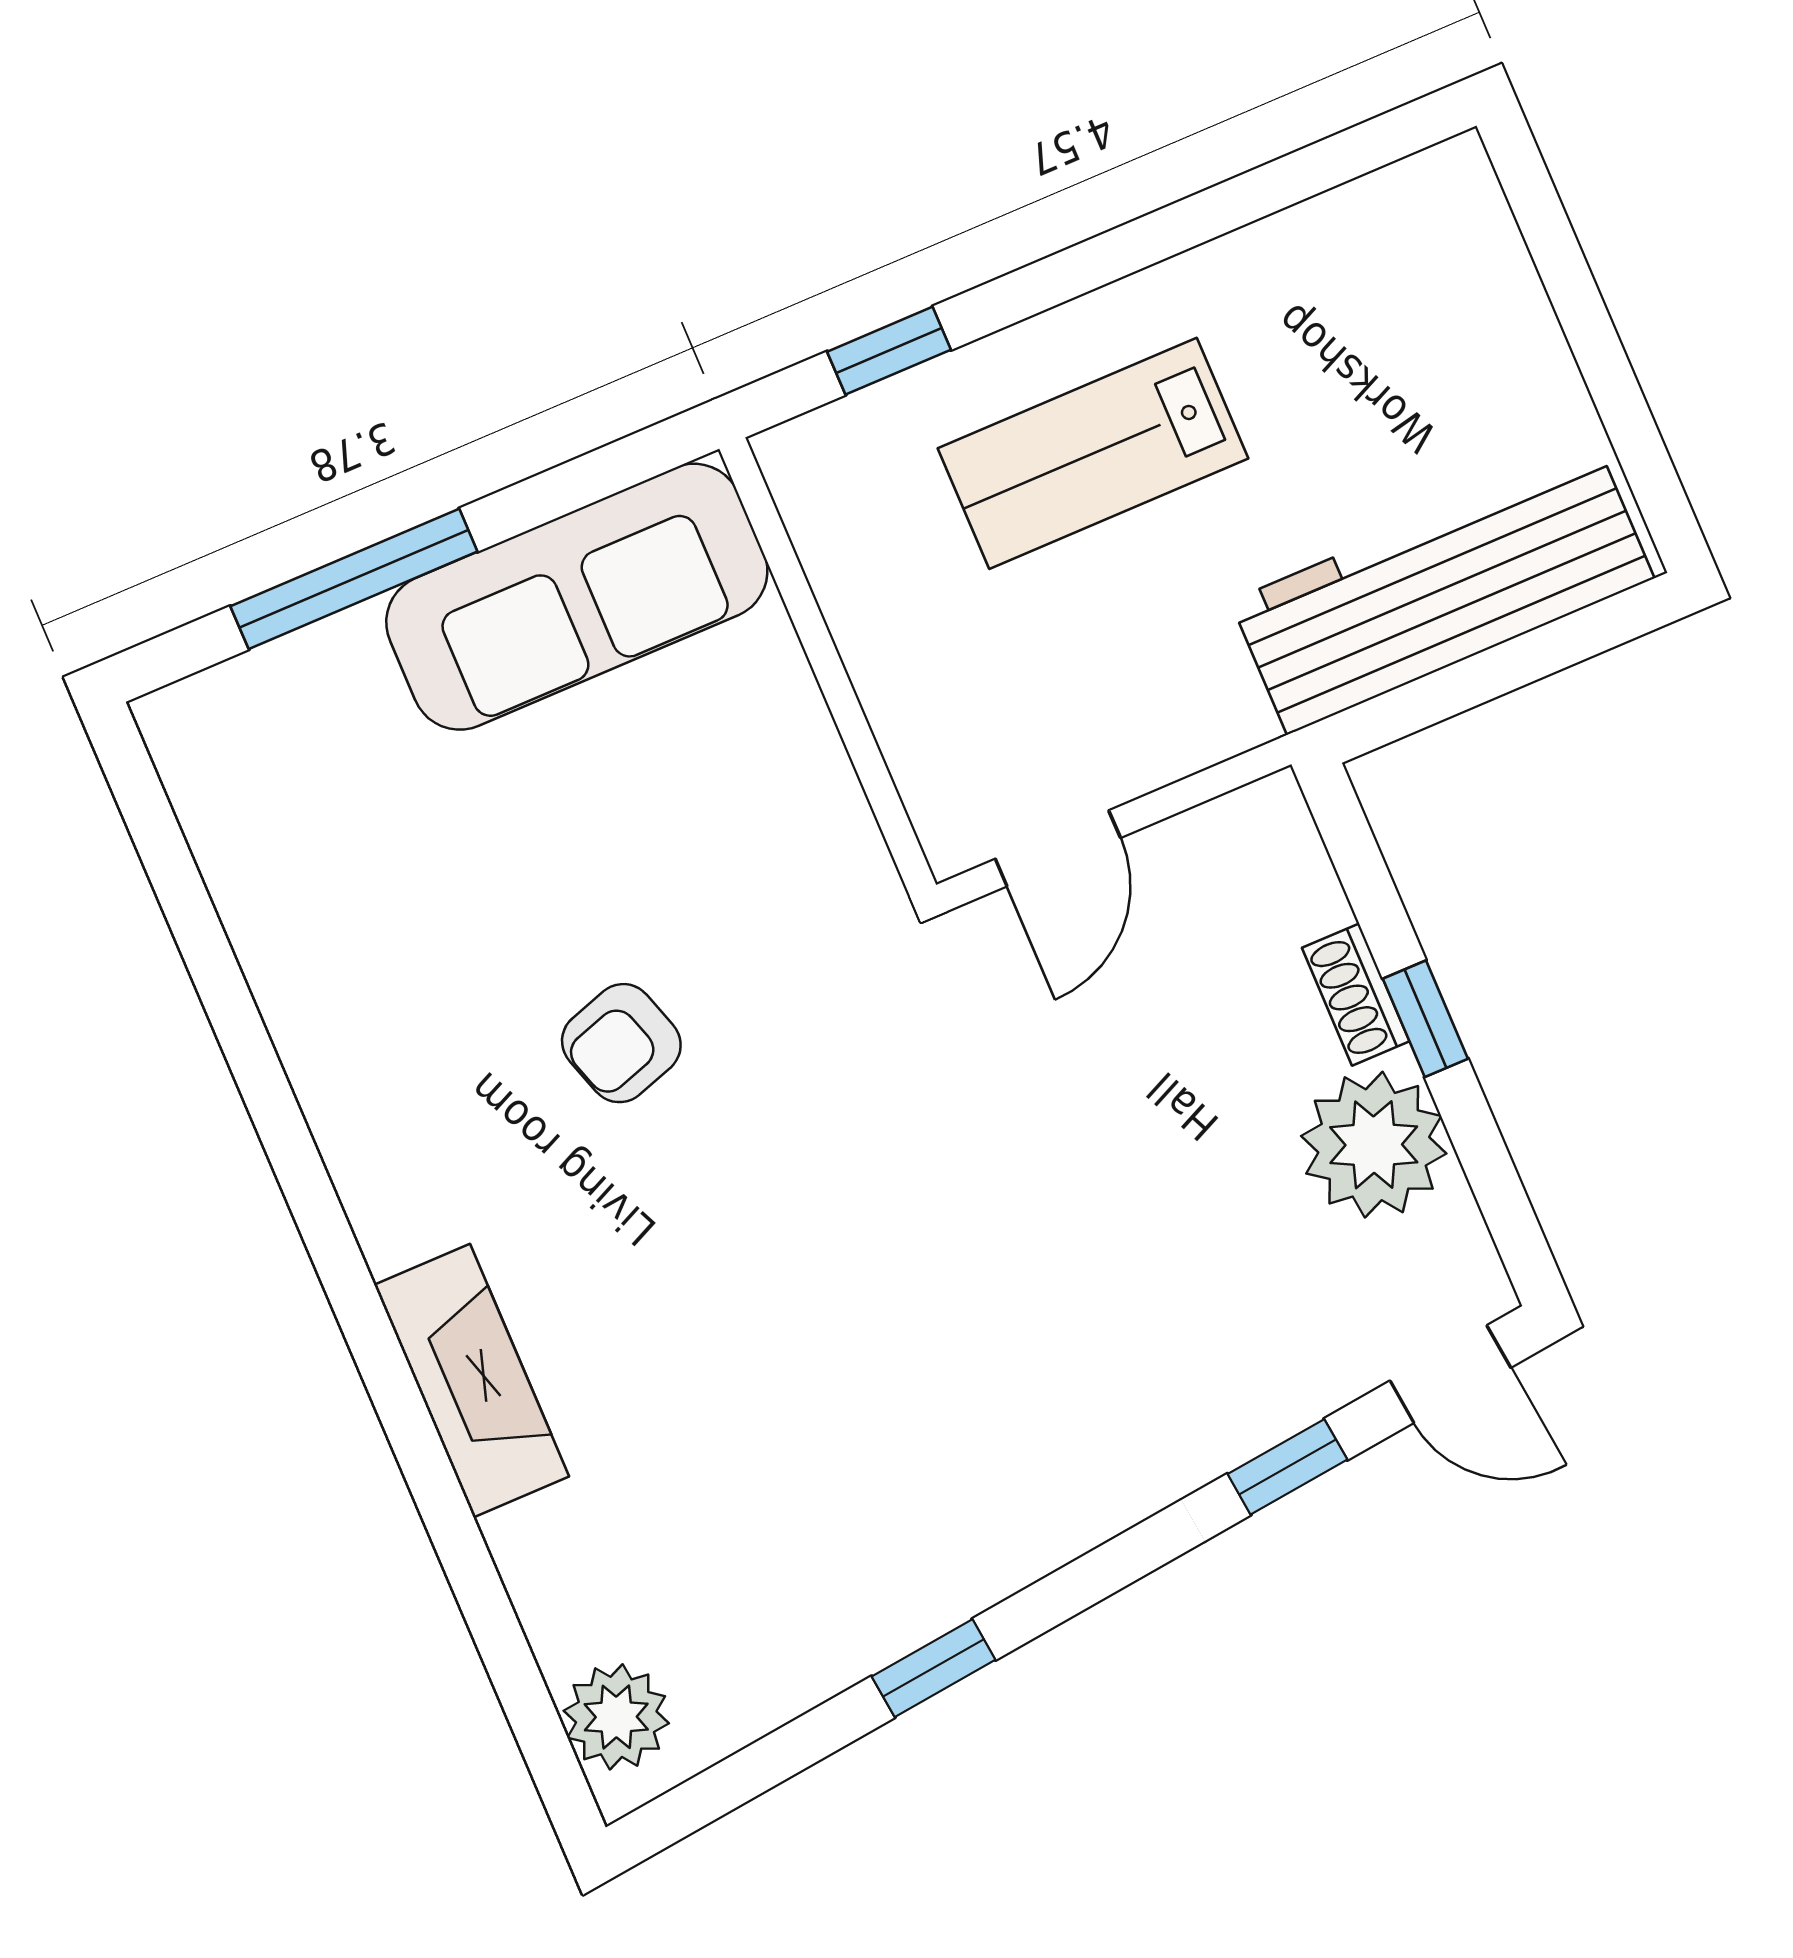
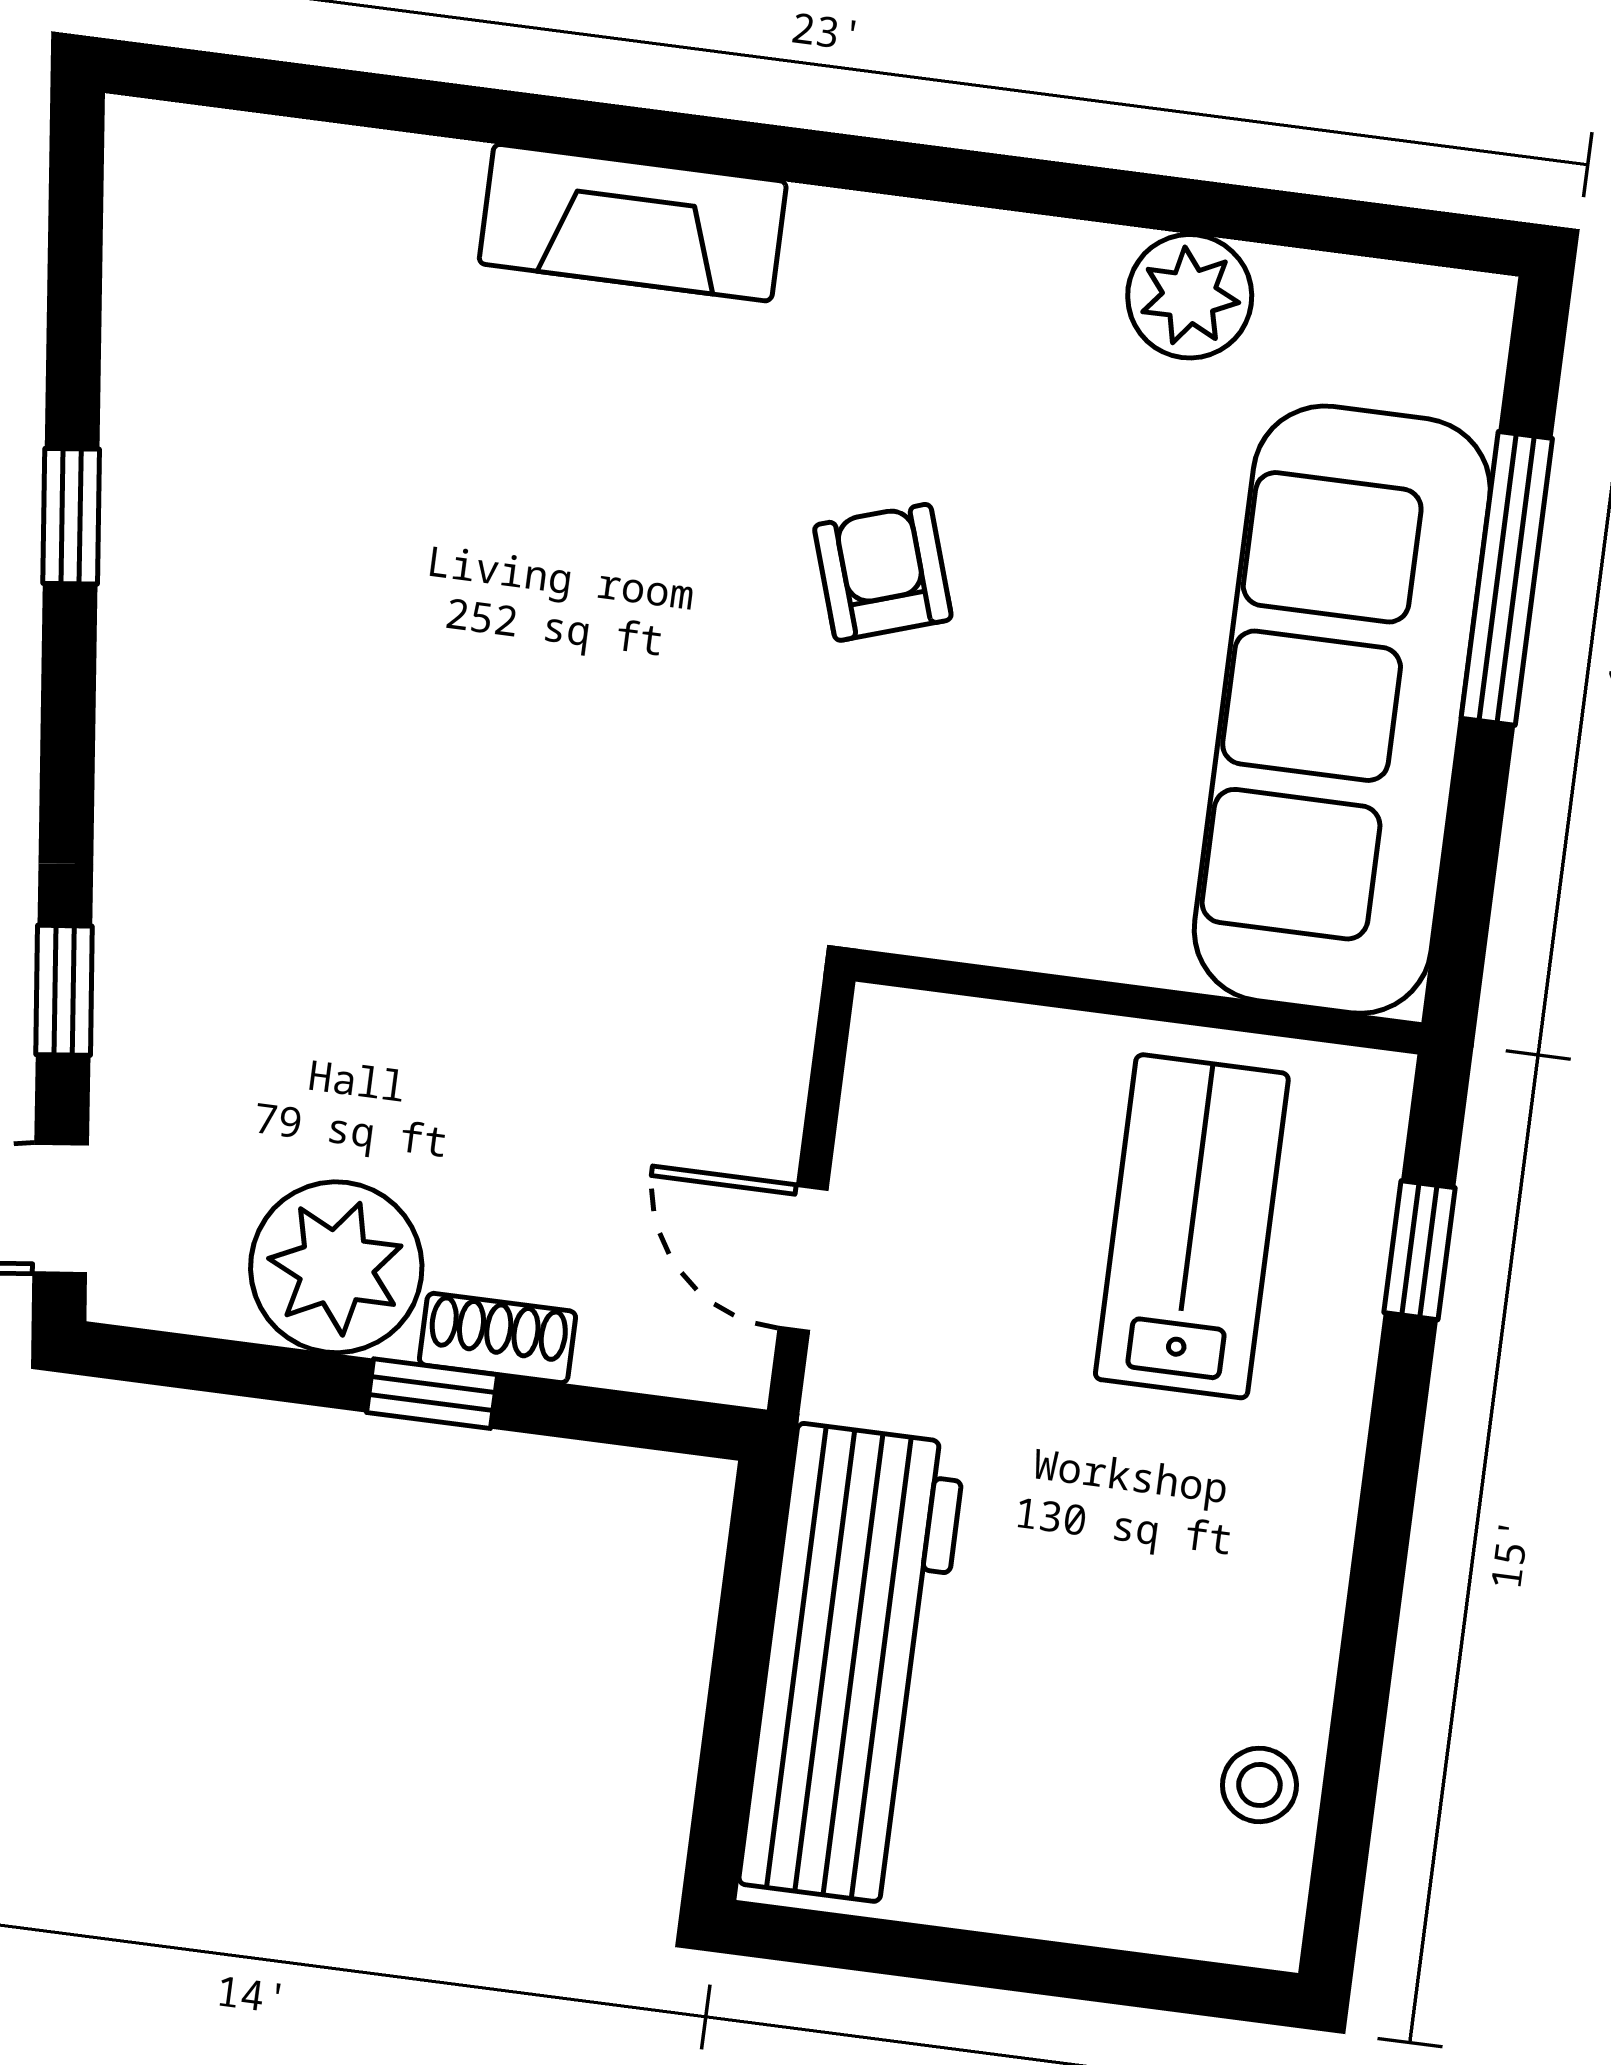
stool: (1354, 236) -> (1259, 1785), added
lab bench: (1093, 453) -> (1192, 1226), moved
sofa: (577, 597) -> (1342, 710), width x1.36, depth x1.27
door: (1058, 848) -> (803, 1258), moved
plant: (616, 1717) -> (1190, 296), moved

